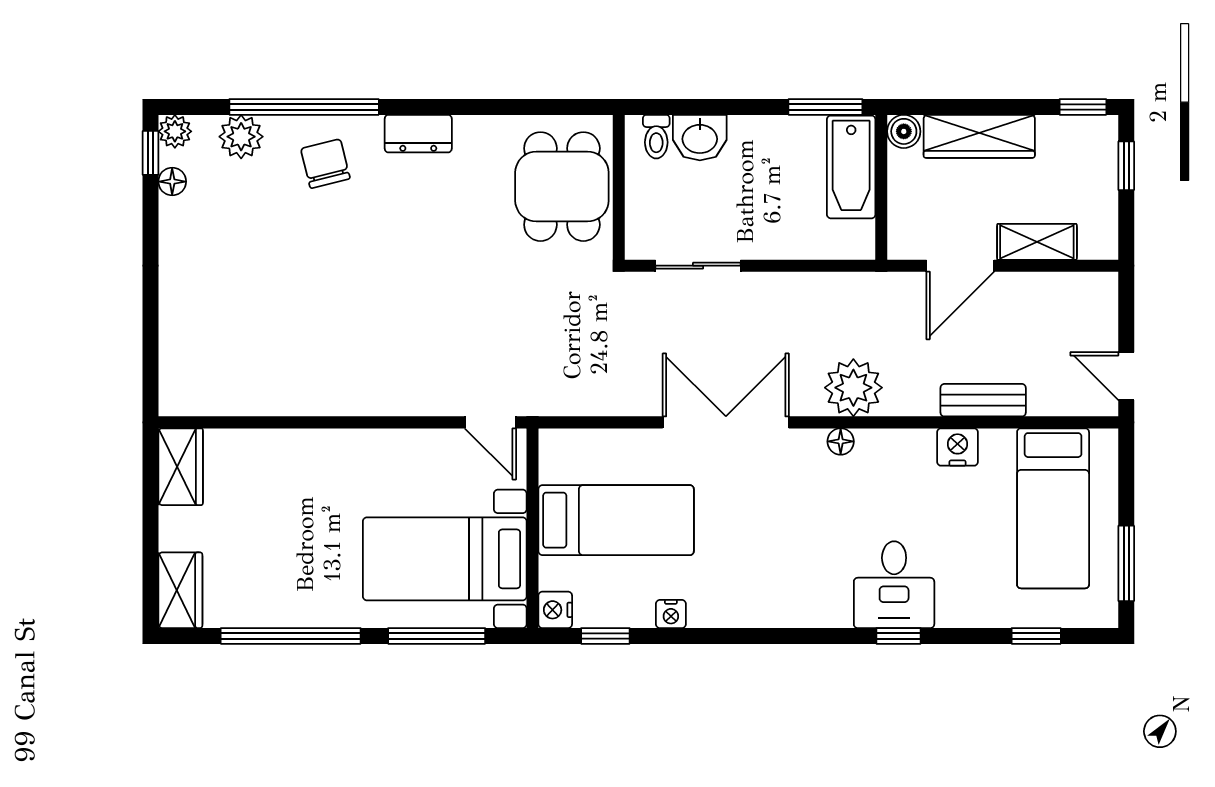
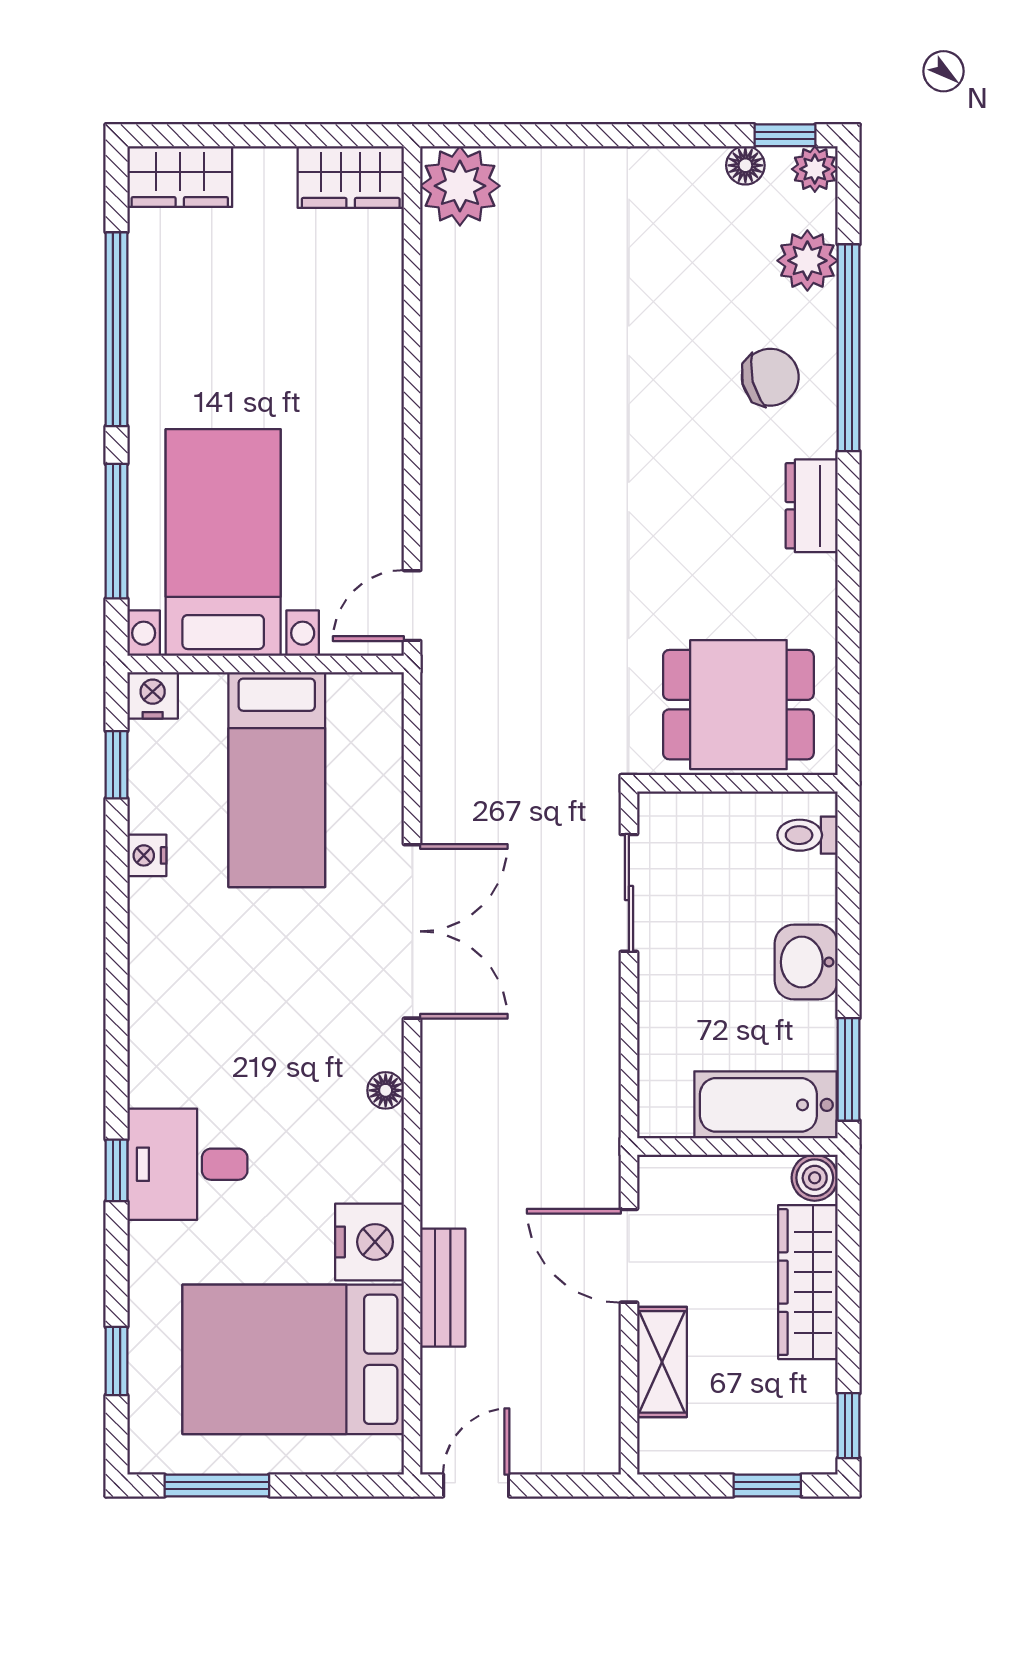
washbasin: (700, 138) -> (806, 962), moved
plant: (853, 388) -> (460, 186), moved
nightstand: (958, 447) -> (370, 1242), width x1.36, depth x1.33
bed: (1053, 508) -> (293, 1359), width x1.50

